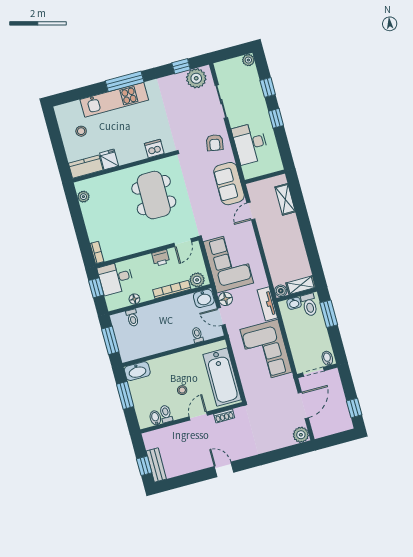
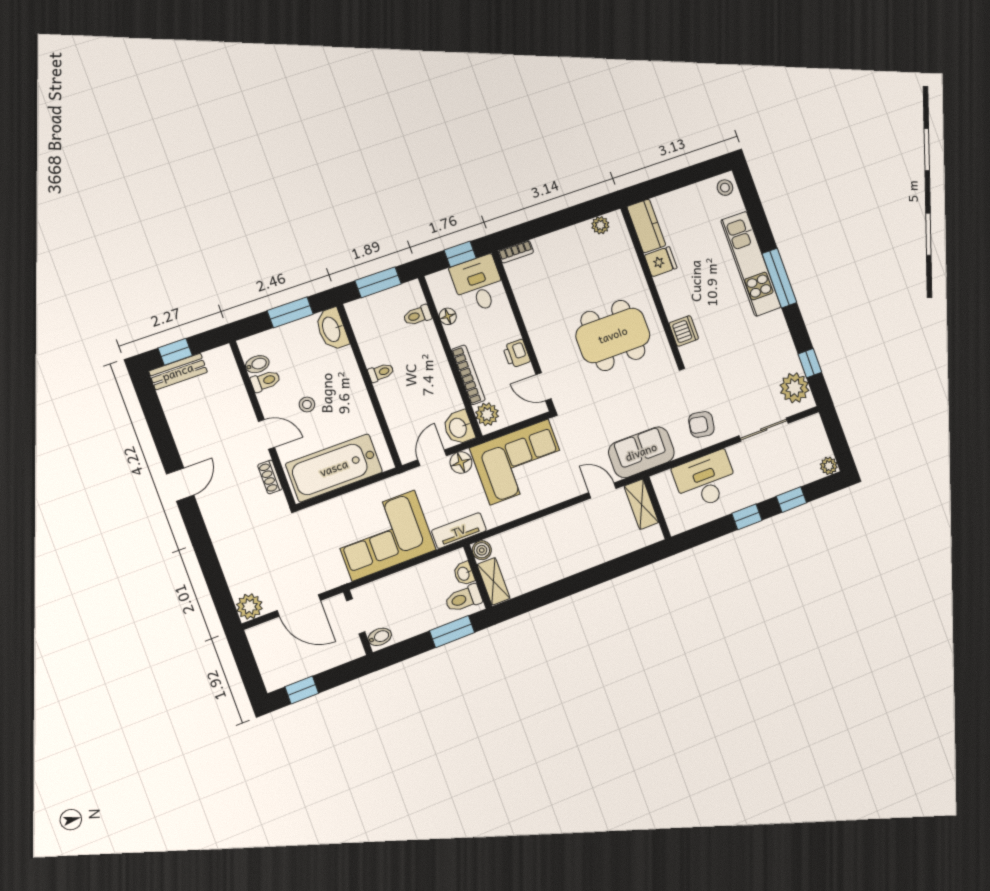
stool: (81, 131) -> (725, 188), moved
shelving: (285, 199) -> (641, 504), moved, turned 90
toilet: (197, 335) -> (381, 372), moved

